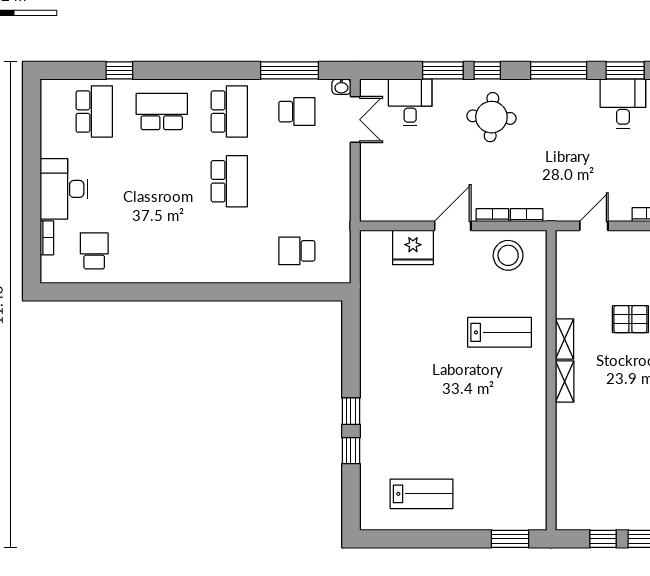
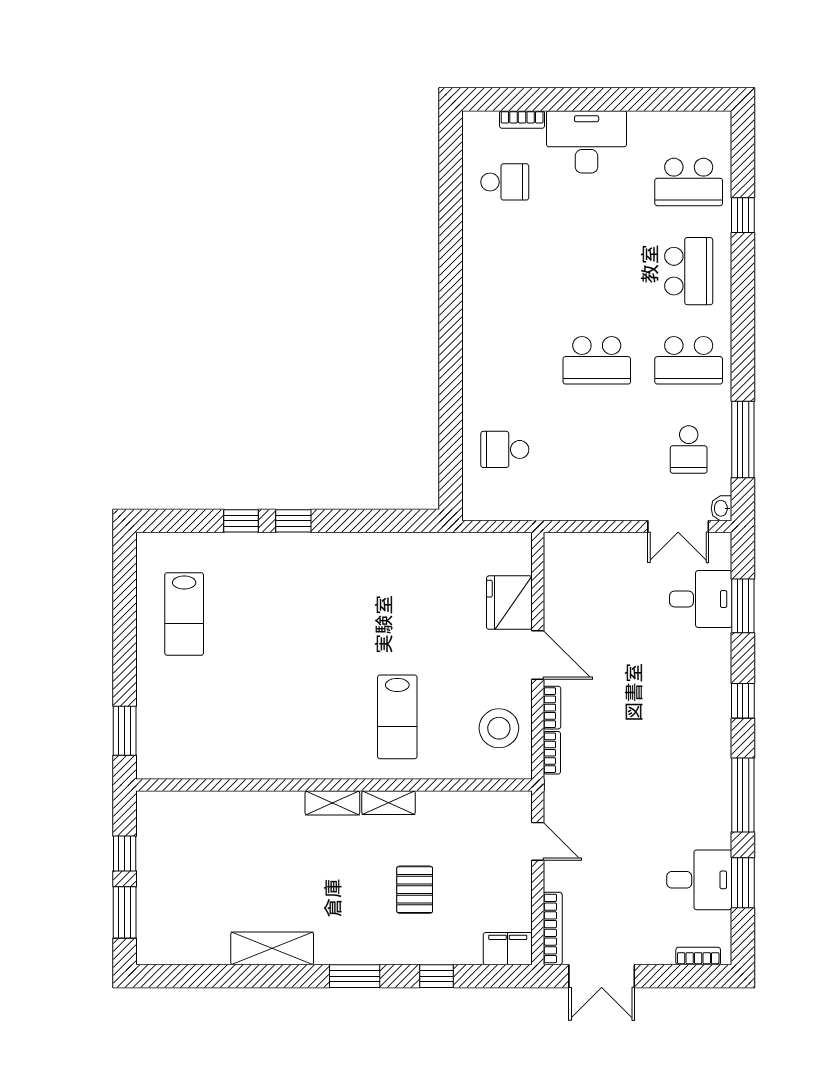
window: (443, 70) -> (743, 606), moved
round table: (491, 117) -> (681, 706), removed
school desk: (297, 251) -> (505, 449), turned -90

